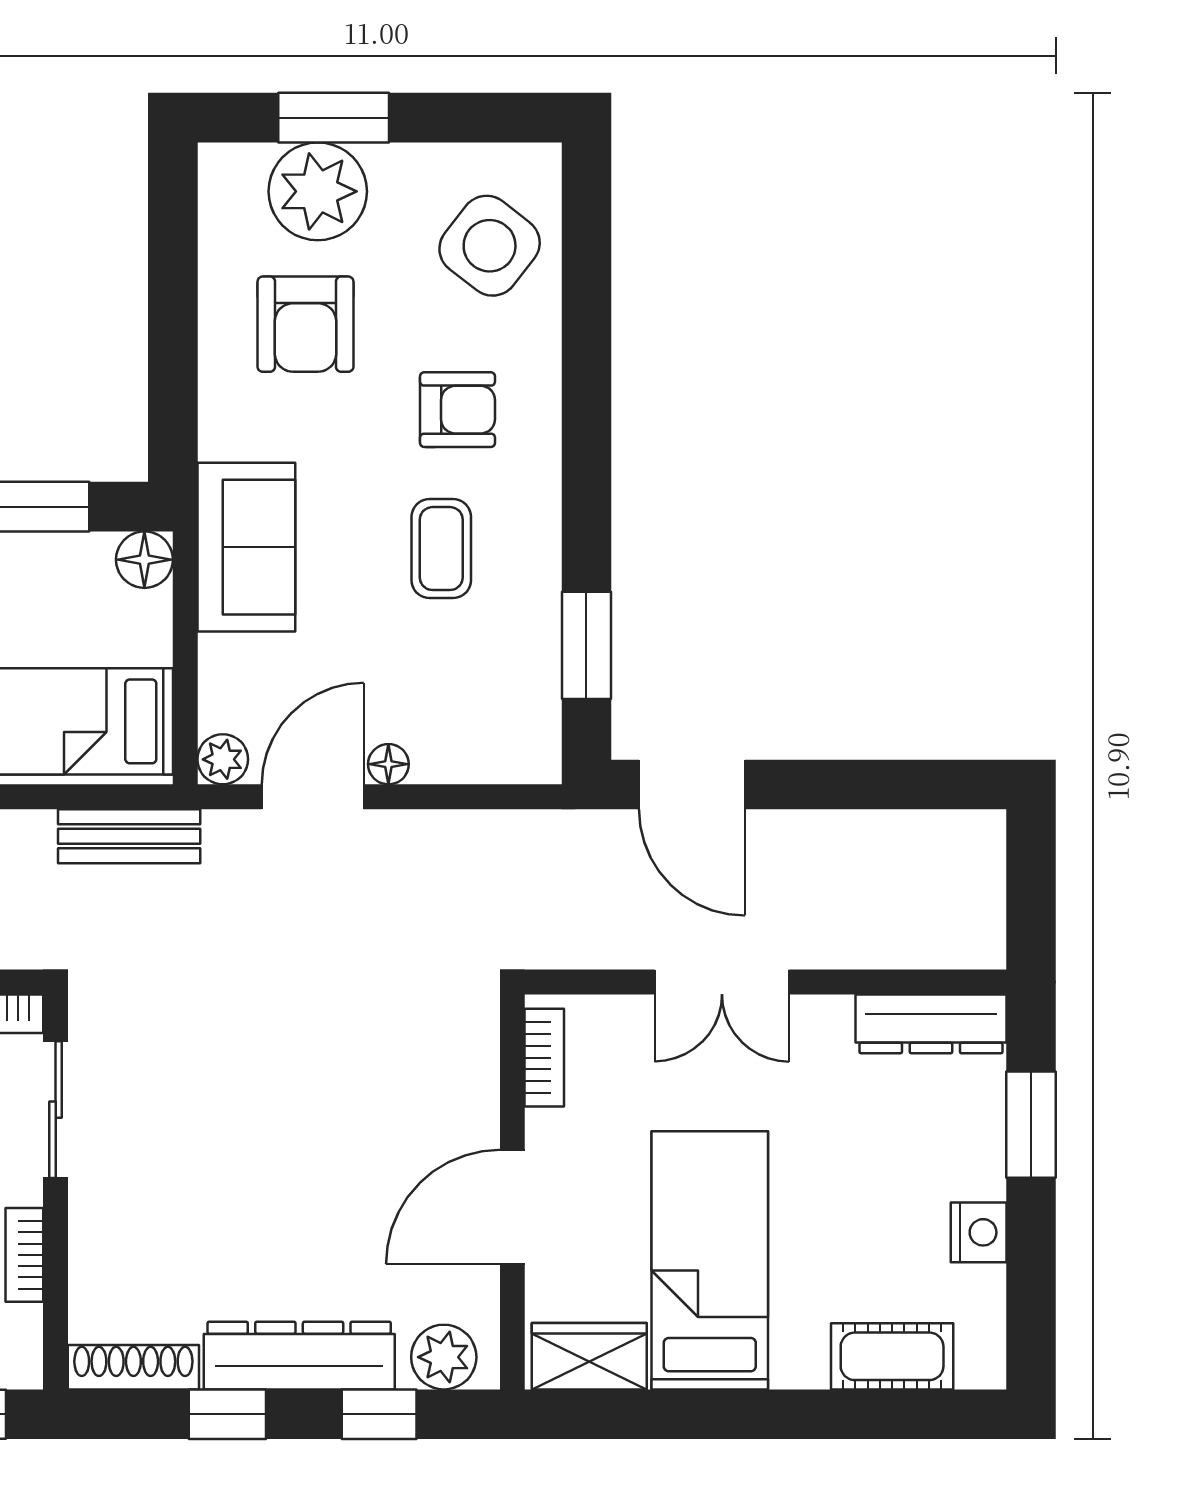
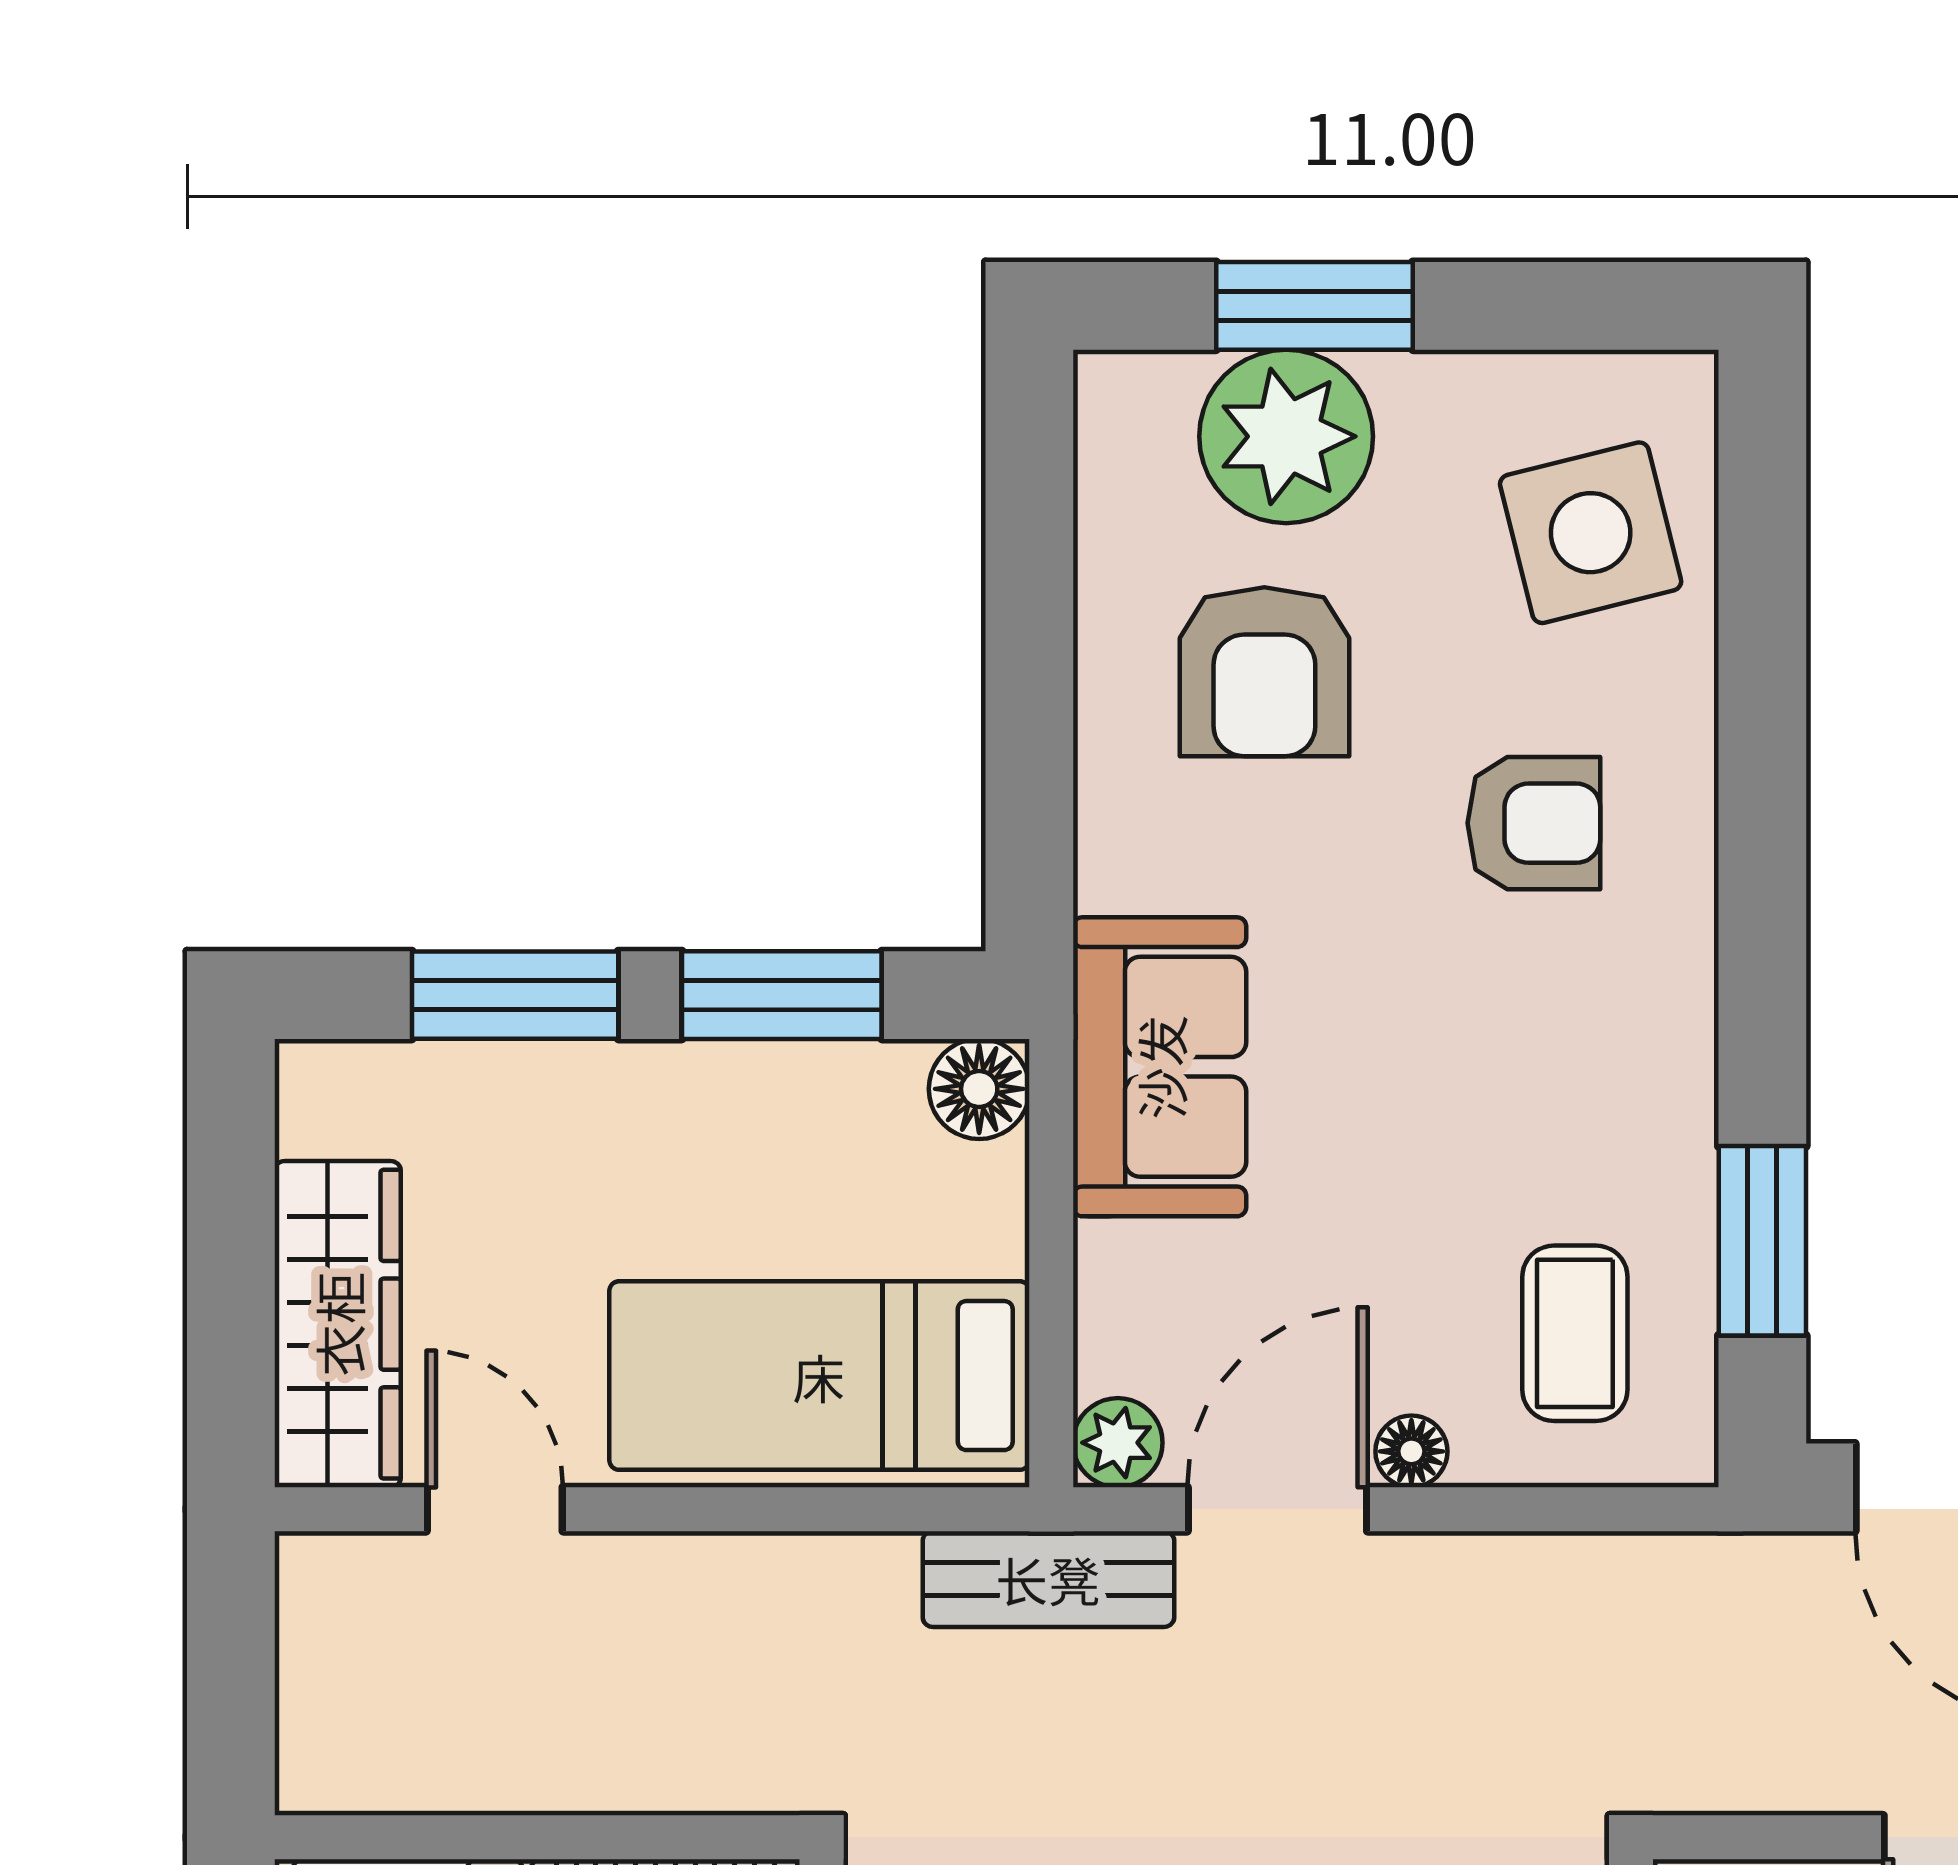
side table: (490, 246) -> (1591, 533), turned 38
coffee table: (441, 549) -> (1575, 1333), moved
bench: (129, 836) -> (1048, 1579), moved

